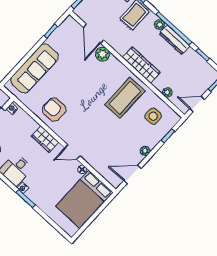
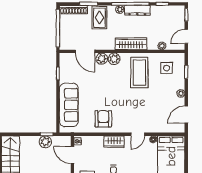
plant: (114, 64) -> (114, 59), added
armchair: (54, 110) -> (103, 119), turned 90

